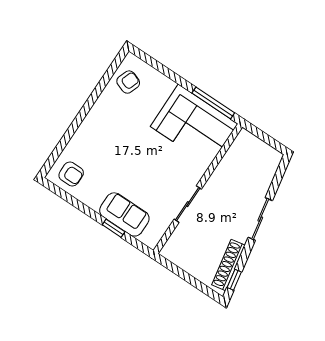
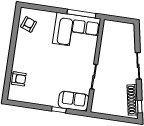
armchair: (71, 174) -> (19, 79), moved
sofa: (124, 214) -> (74, 101), moved

